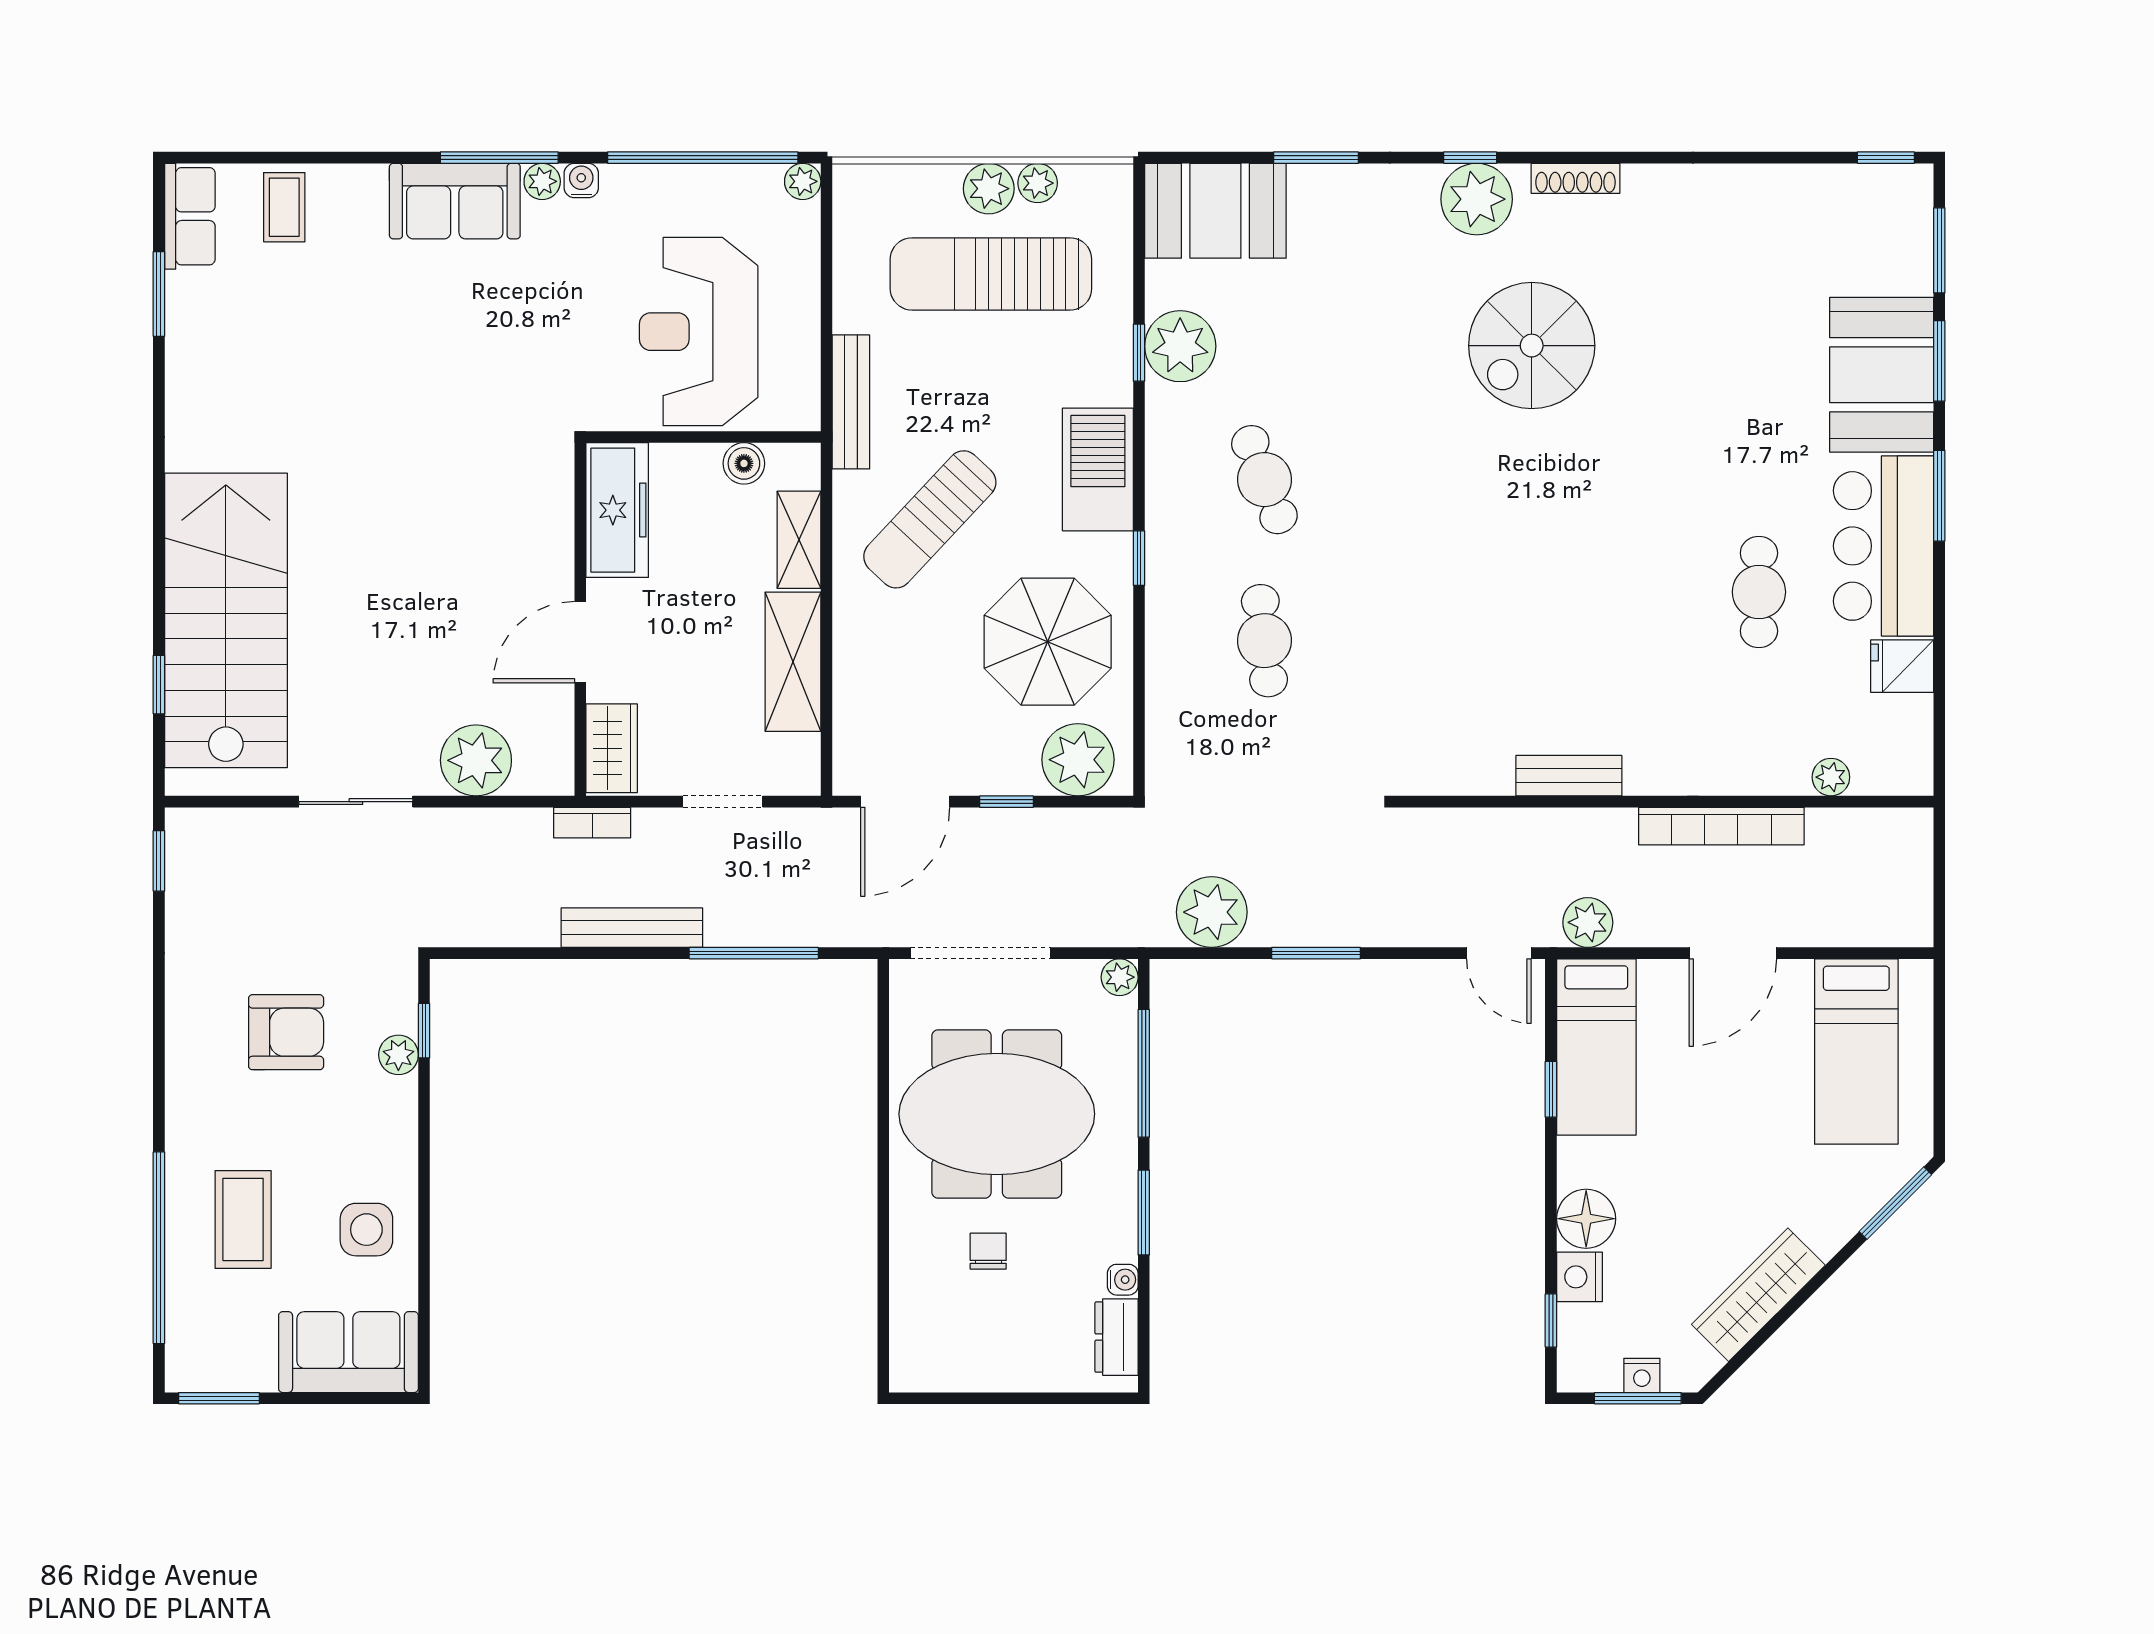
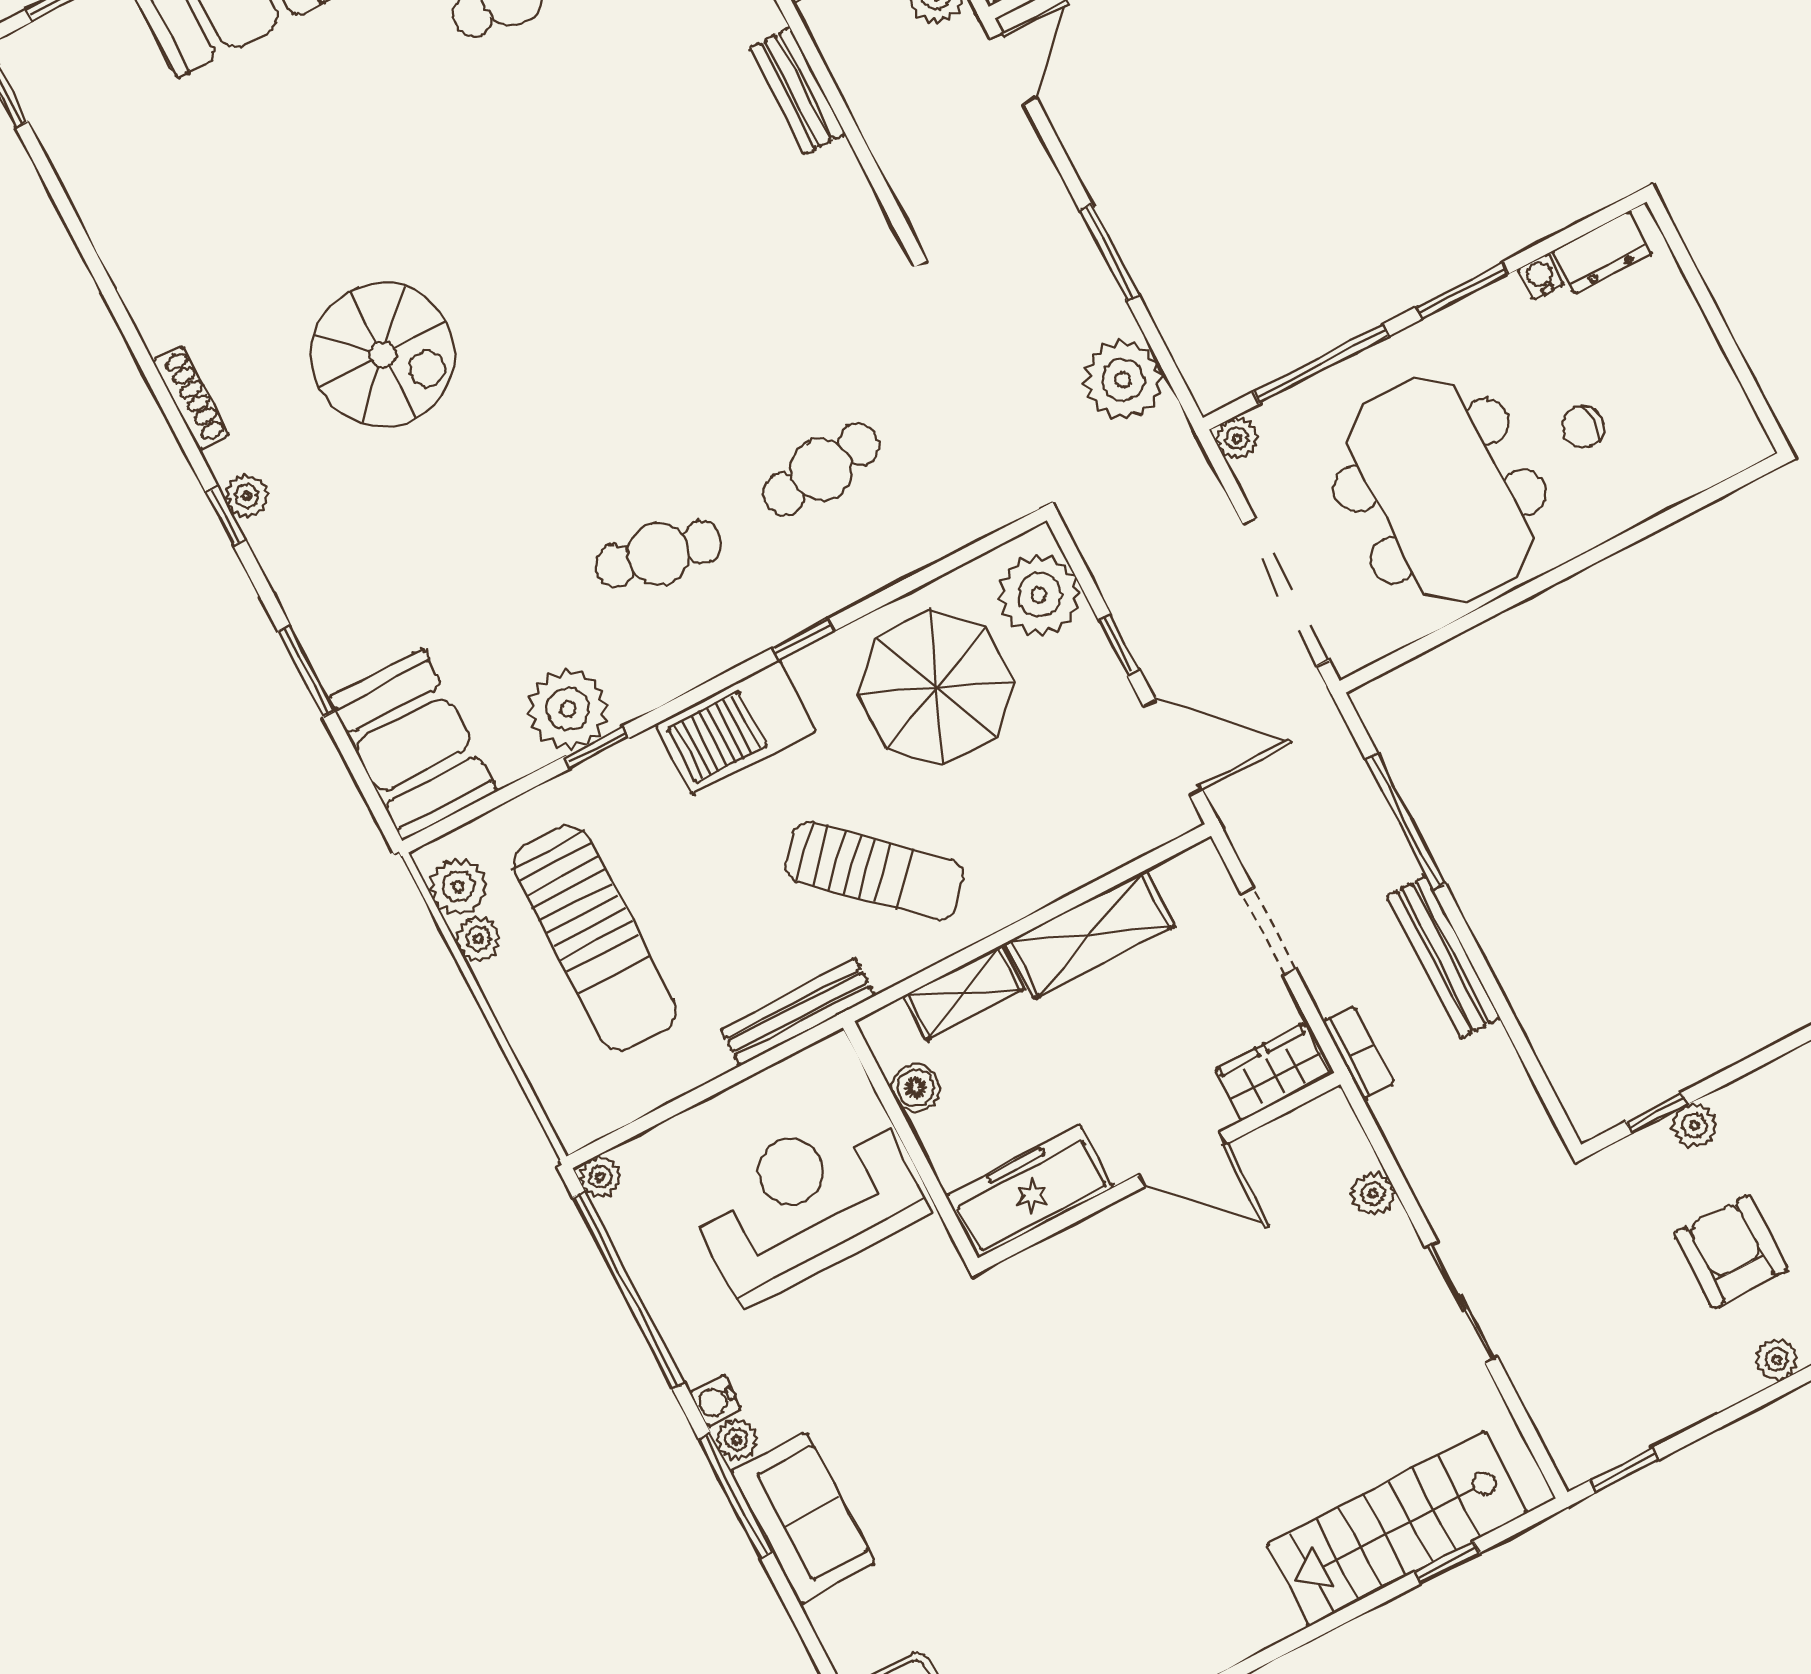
plant: (989, 189) -> (458, 887), moved
plant: (1477, 199) -> (247, 496), width x0.53, depth x0.53
reception desk: (699, 332) -> (806, 1203), turned 180
cafe table: (1264, 480) -> (658, 554), turned 33
stairs: (226, 620) -> (1397, 1529), width x0.73, depth x0.66
plant: (476, 760) -> (1373, 1194), width x0.53, depth x0.53
plant: (183, 1024) -> (1777, 1360), added

